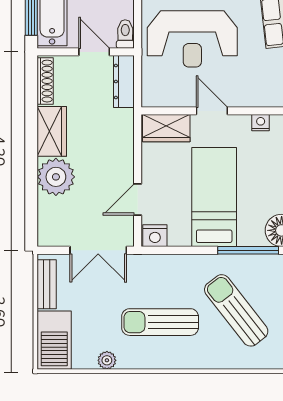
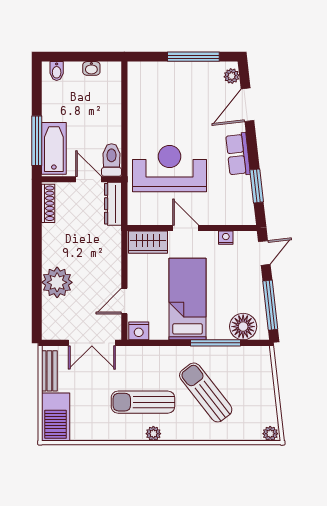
toilet: (125, 34) -> (112, 160), width x1.37, depth x1.39
reception desk: (192, 39) -> (170, 169), turned 180
wardrobe: (52, 131) -> (54, 245), removed
plant: (107, 360) -> (153, 434), moved

